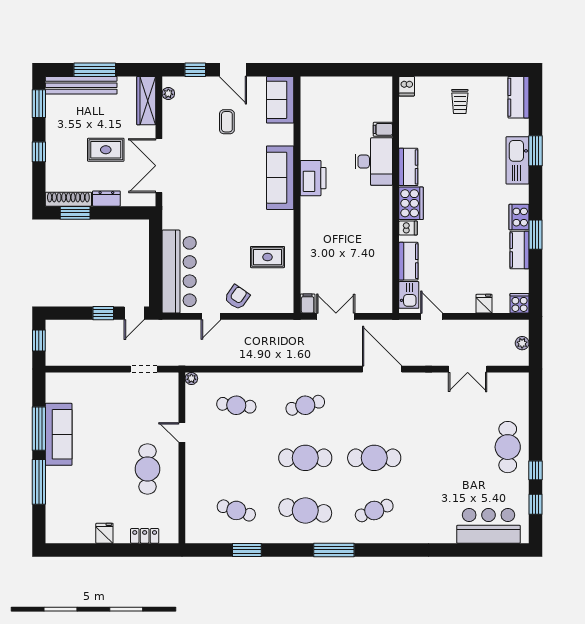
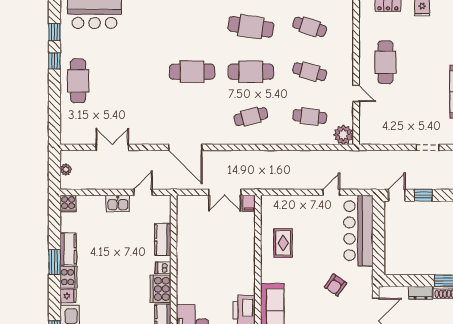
rug: (268, 257) -> (283, 243), turned 90
kitchen sink: (409, 295) -> (118, 204), moved, turned -90
armchair: (237, 297) -> (336, 285), moved
fridge: (484, 304) -> (68, 296), moved, turned -90
door: (432, 316) -> (143, 192), swing flipped
doorway: (144, 369) -> (428, 147), moved
plant: (191, 379) -> (343, 135), width x1.88, depth x1.88
cafe table: (374, 510) -> (310, 72), moved, turned 36

